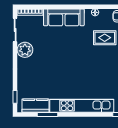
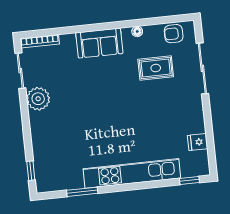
sofa: (64, 17) -> (99, 43), width x0.73
kitchen counter: (36, 106) -> (63, 180), removed

